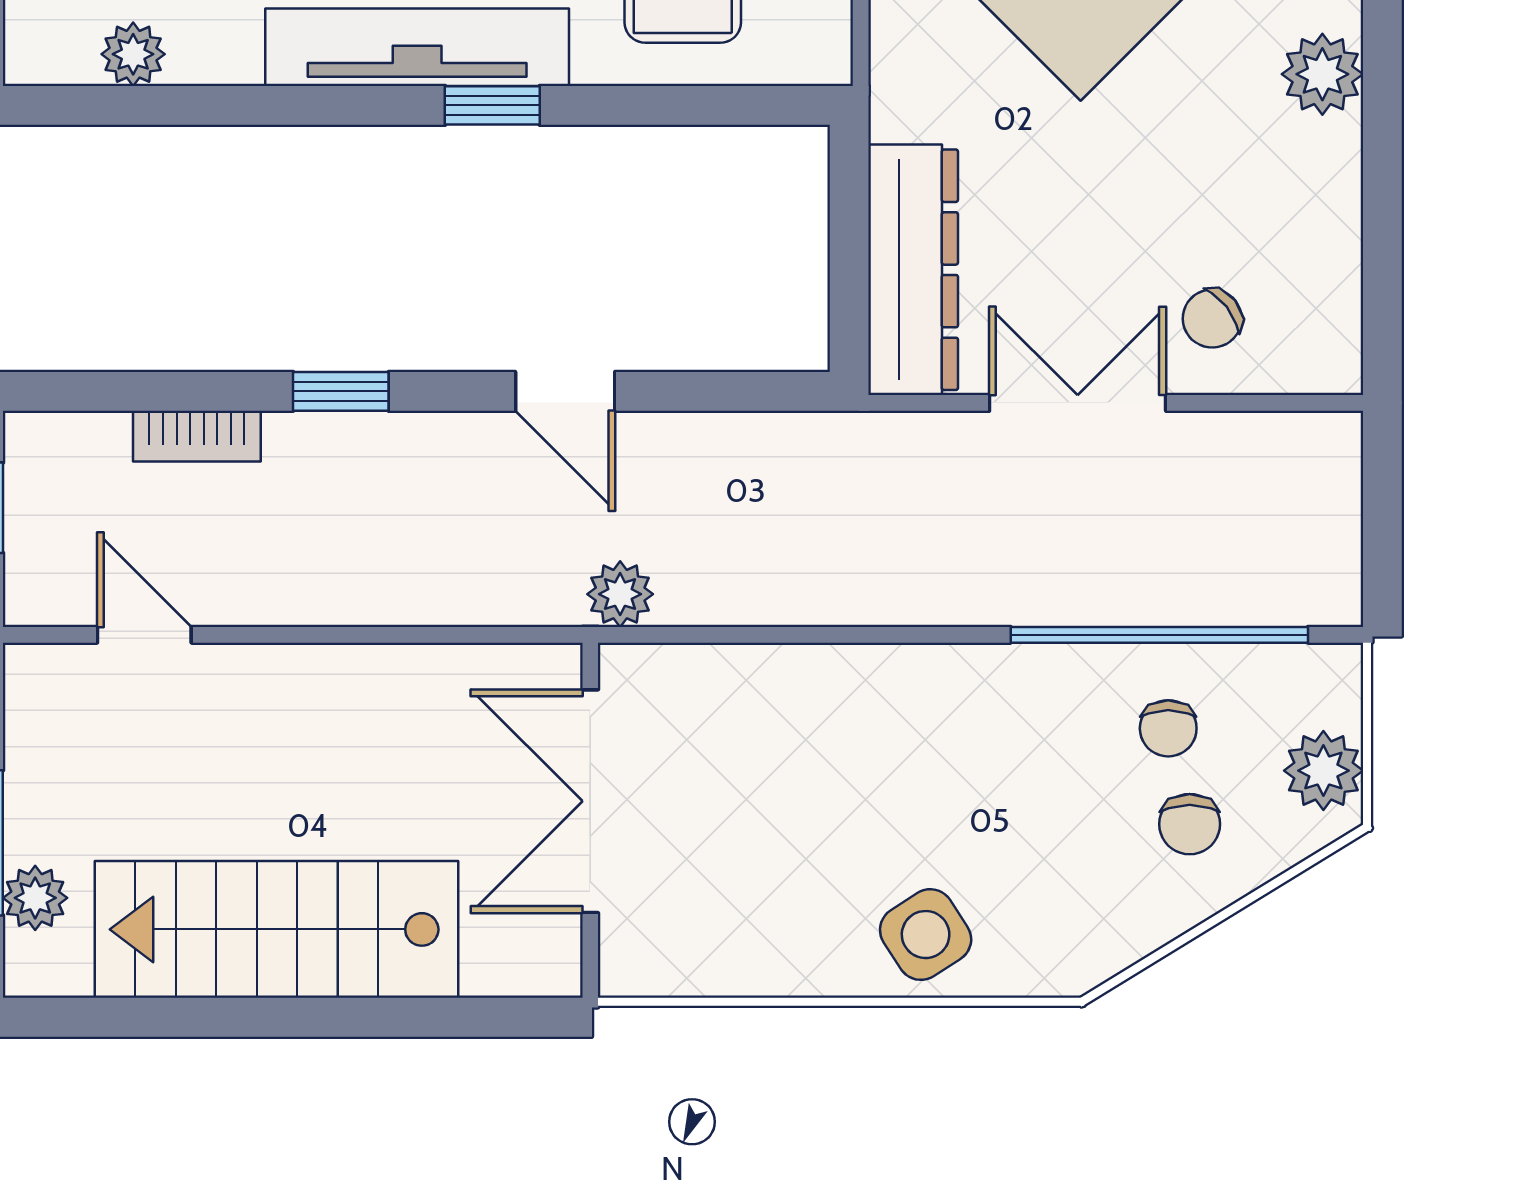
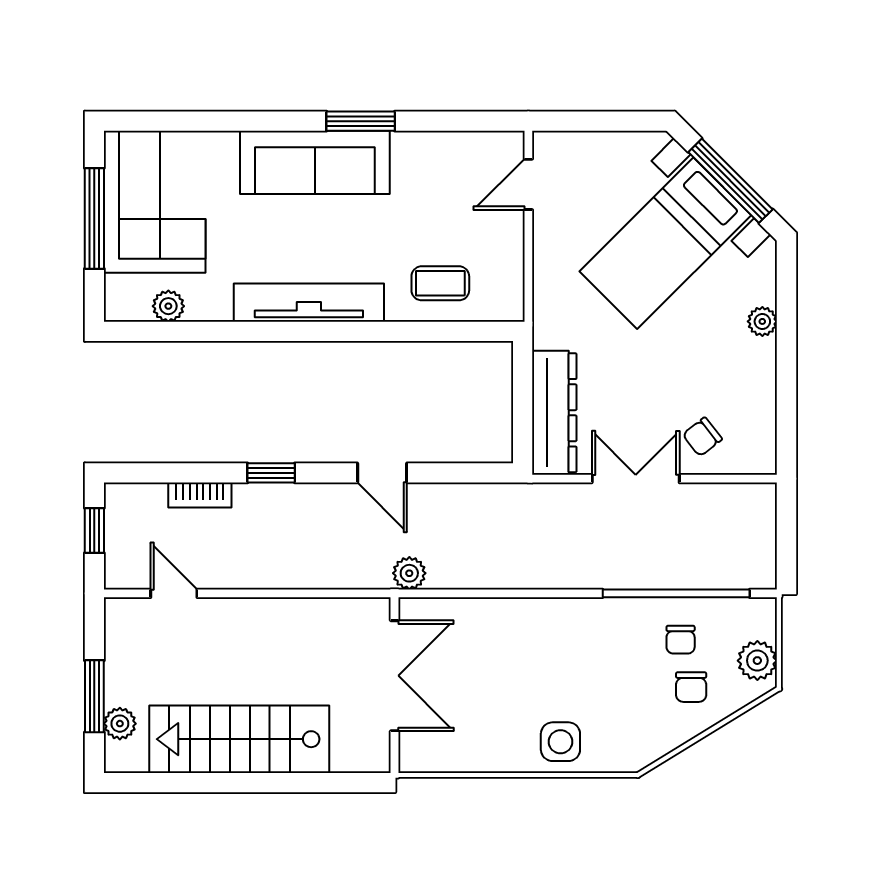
plant: (1322, 74) -> (762, 321), width x0.73, depth x0.73
window: (492, 105) -> (346, 331), removed
double door: (590, 801) -> (395, 676), swing flipped
side table: (926, 935) -> (560, 742), turned 33

